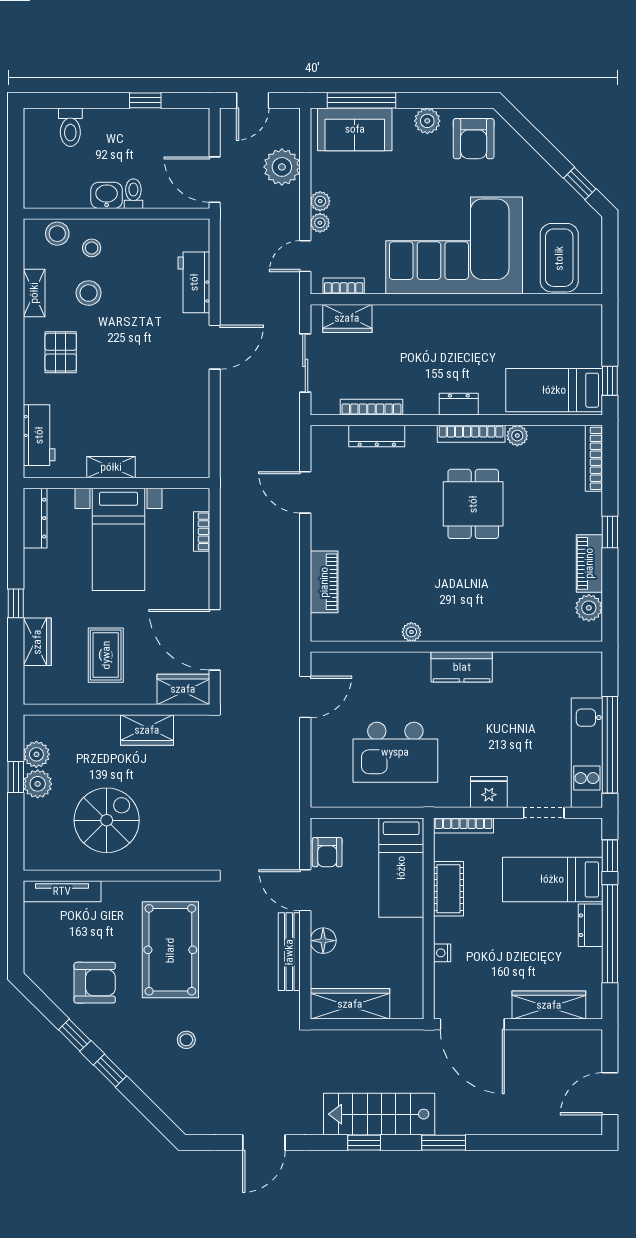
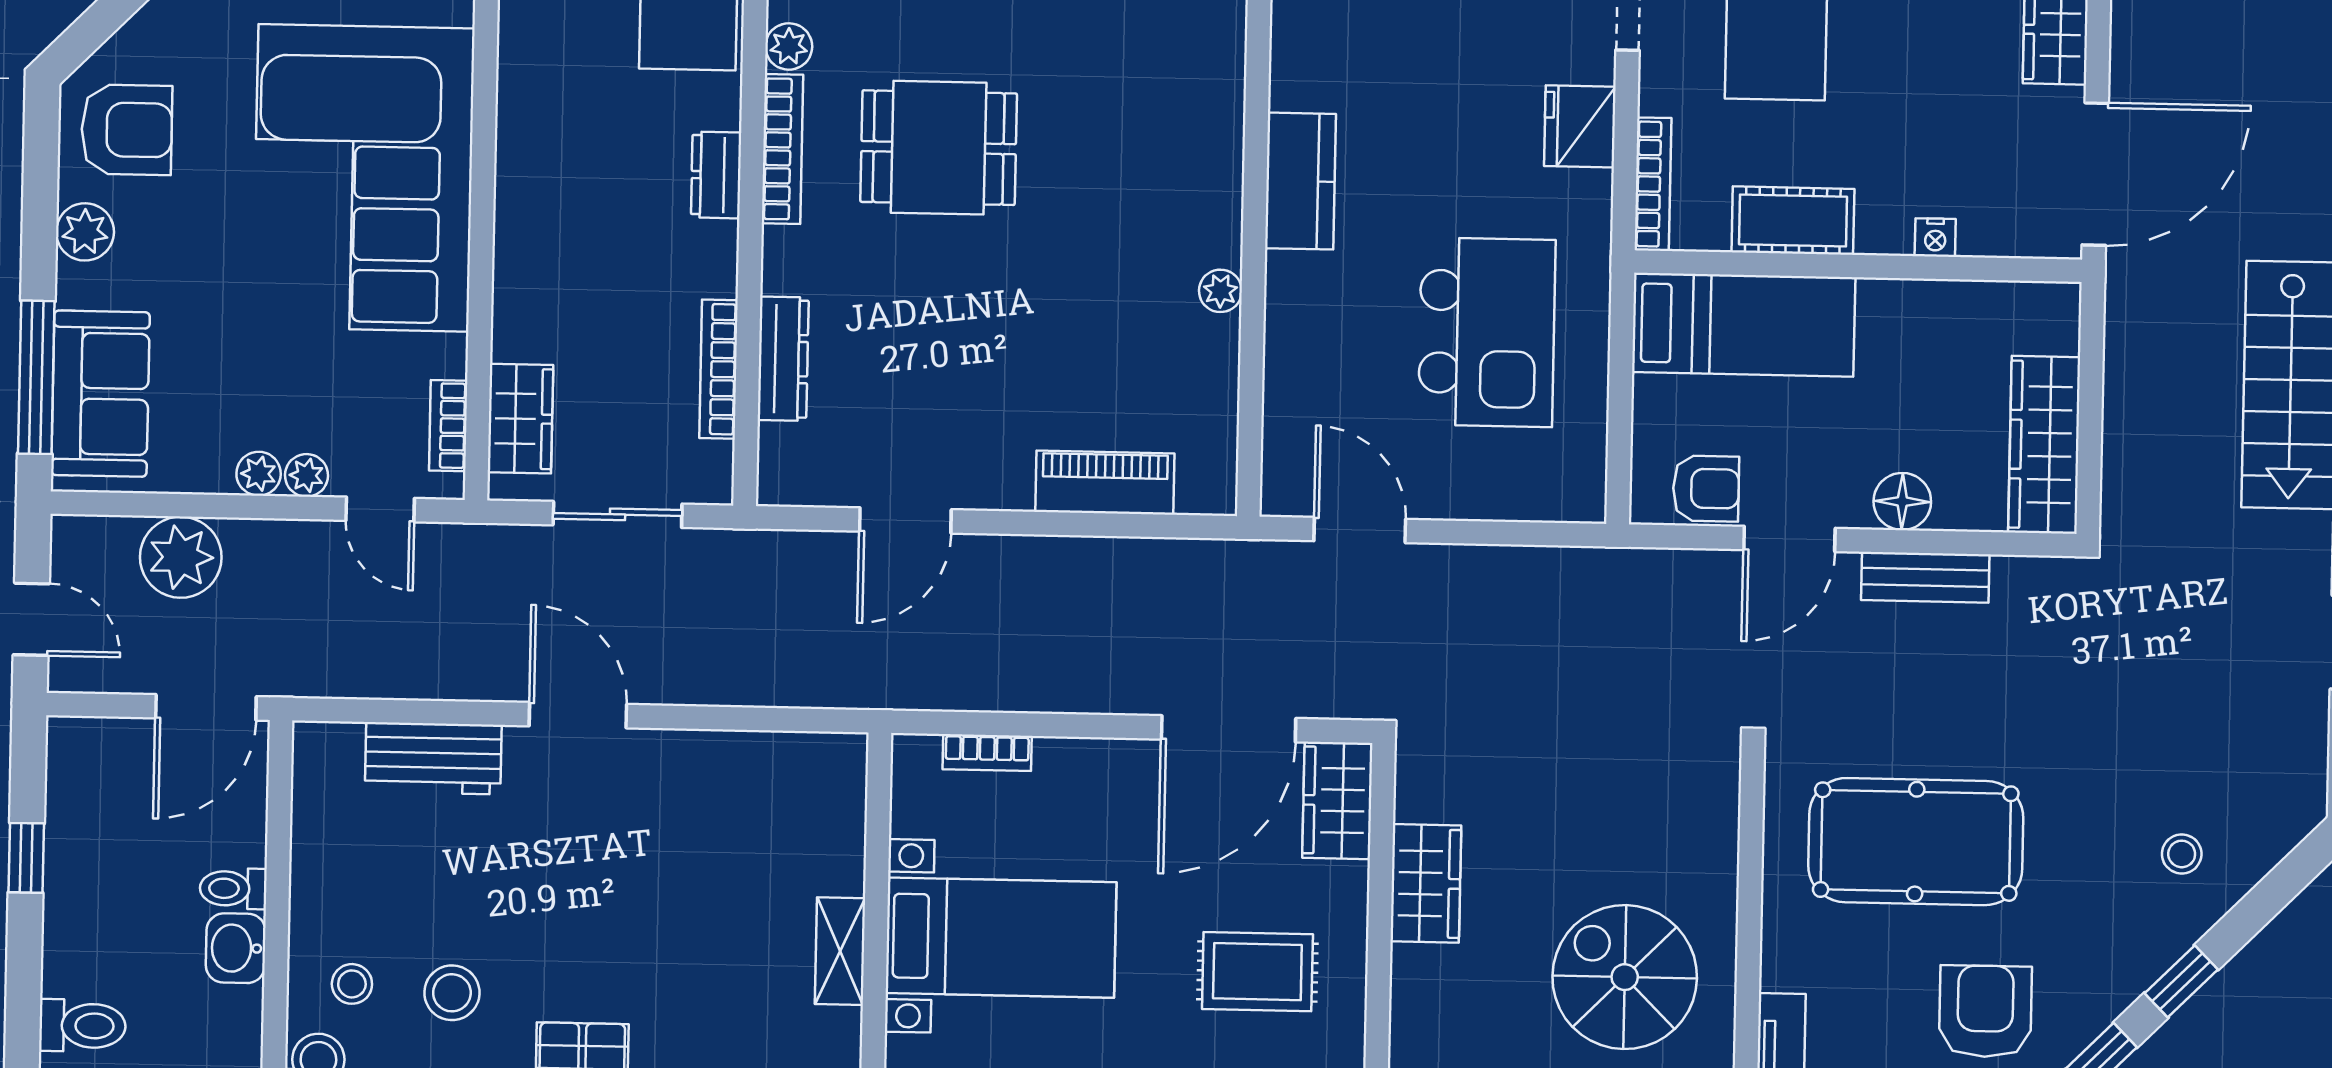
bench: (289, 952) -> (1925, 577), width x0.73
stool: (186, 1040) -> (2182, 854), moved

